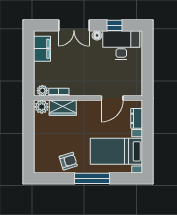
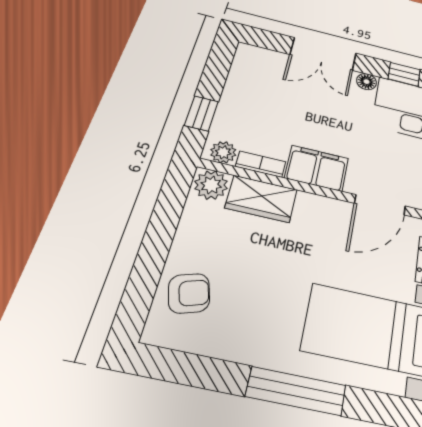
filing cabinet: (42, 49) -> (317, 168), moved, turned -90
window: (29, 74) -> (201, 113), added
armchair: (68, 161) -> (189, 293), moved

